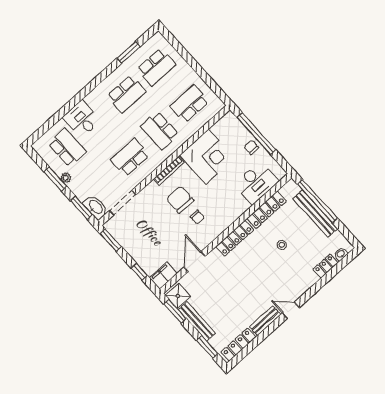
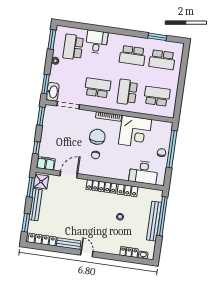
school desk: (67, 148) -> (73, 47), turned 180
window: (55, 179) -> (52, 39), moved
locker: (267, 210) -> (128, 190), width x0.66

